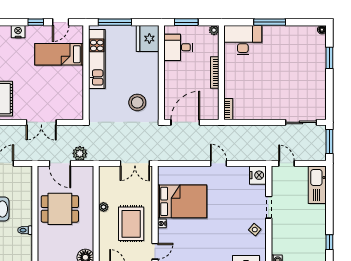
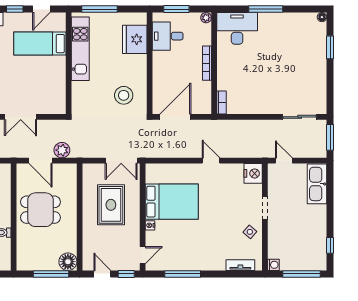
fridge: (148, 39) -> (135, 39), moved
plant: (103, 207) -> (87, 208), removed
rug: (131, 224) -> (111, 205), moved

